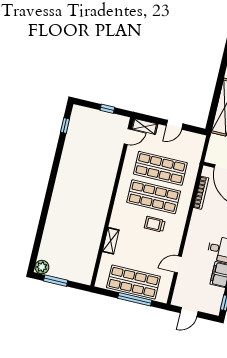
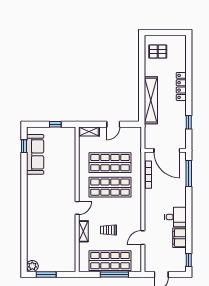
door: (128, 137) -> (77, 208), moved
sofa: (76, 138) -> (35, 154), added
trolley: (155, 224) -> (109, 230), moved

